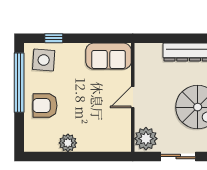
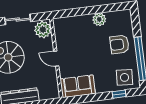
door: (133, 97) -> (56, 59), swing flipped
armchair: (45, 106) -> (119, 44), turned 180

